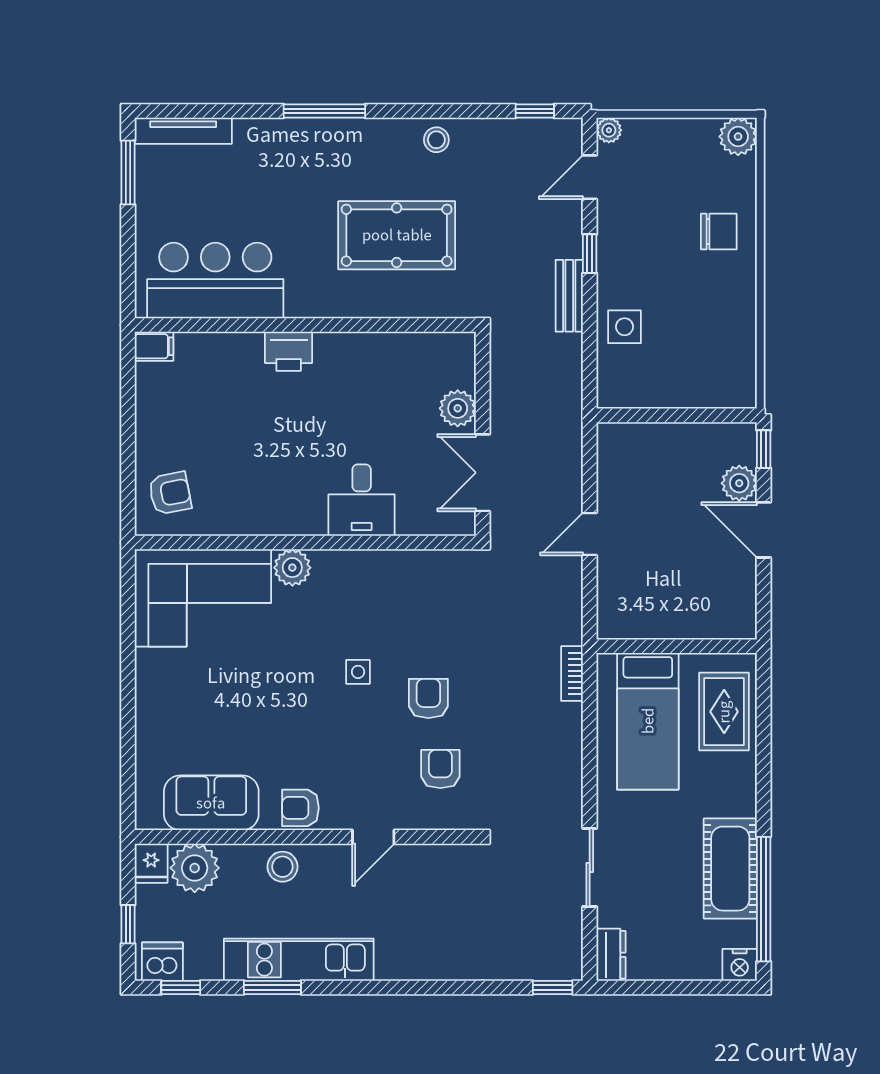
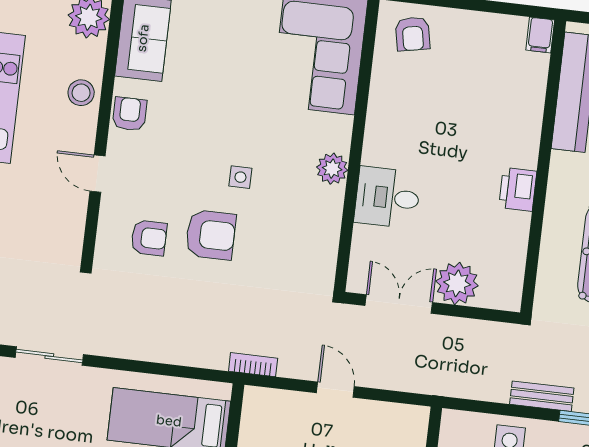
printer: (289, 351) -> (518, 189), moved
plant: (458, 408) -> (457, 283), width x1.36, depth x1.36
plant: (292, 568) -> (332, 169), moved
bookcase: (572, 674) -> (253, 365), moved
armchair: (428, 698) -> (211, 235), width x1.38, depth x1.38

